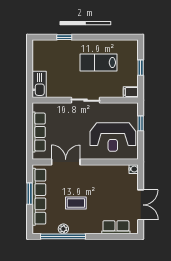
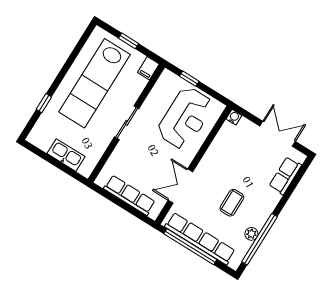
lab bench: (98, 63) -> (95, 83), width x1.86, depth x1.39
kitchen sink: (39, 84) -> (66, 155), moved
window: (30, 194) -> (190, 247), width x2.11

